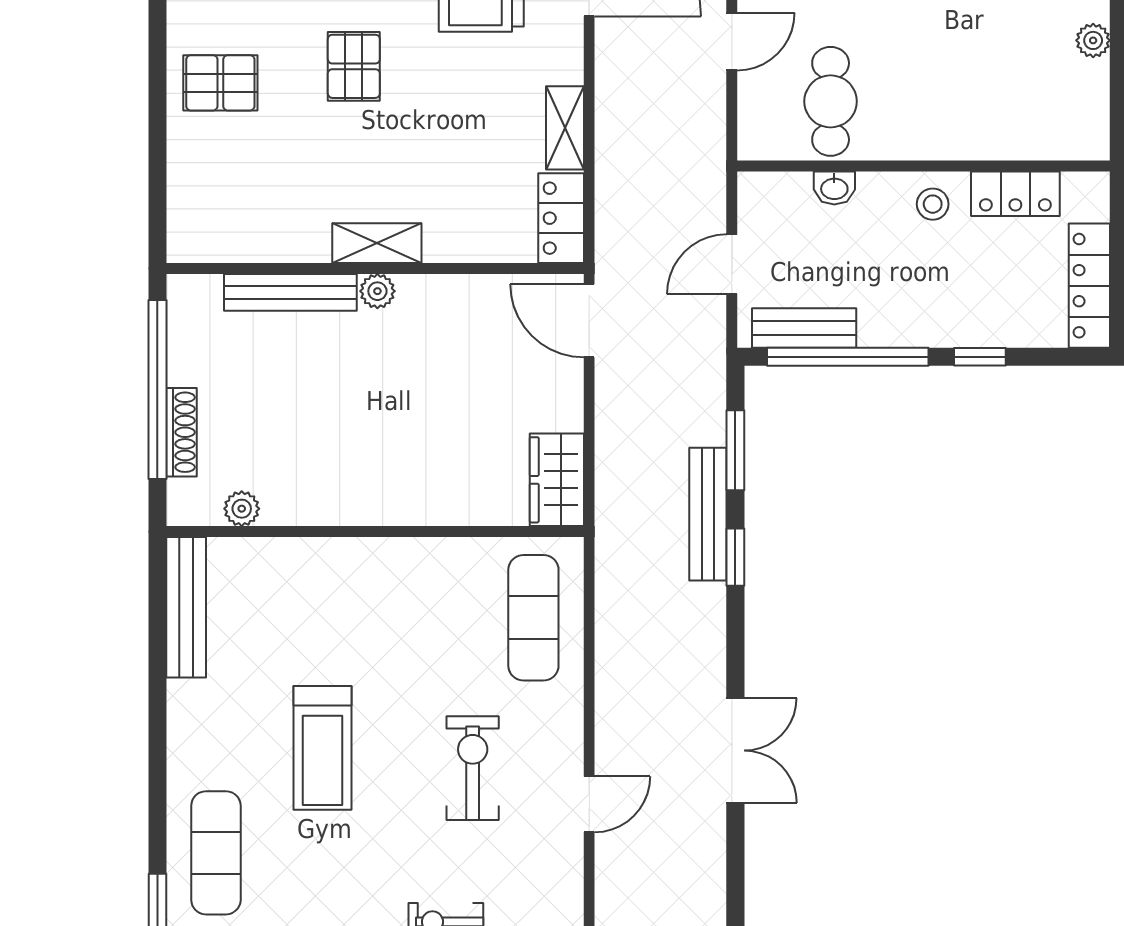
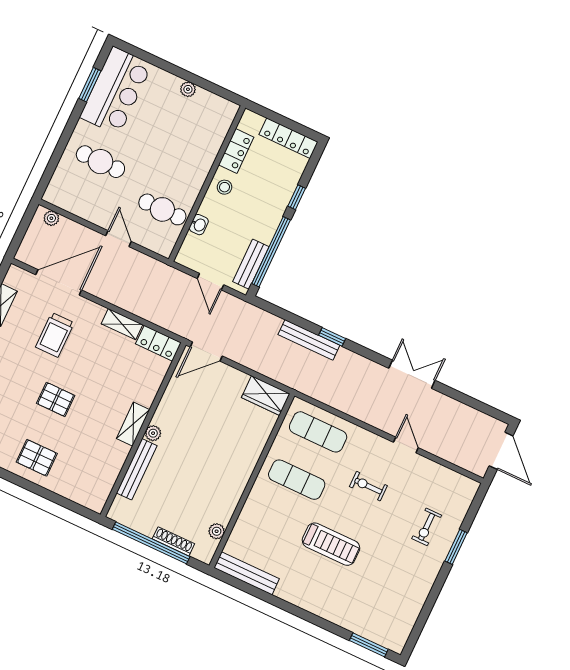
pallet: (220, 83) -> (37, 458), turned 90
window: (735, 450) -> (288, 316), removed
exercise bike: (473, 768) -> (368, 486), width x0.73, depth x0.72
exercise mat: (216, 853) -> (297, 480), moved

